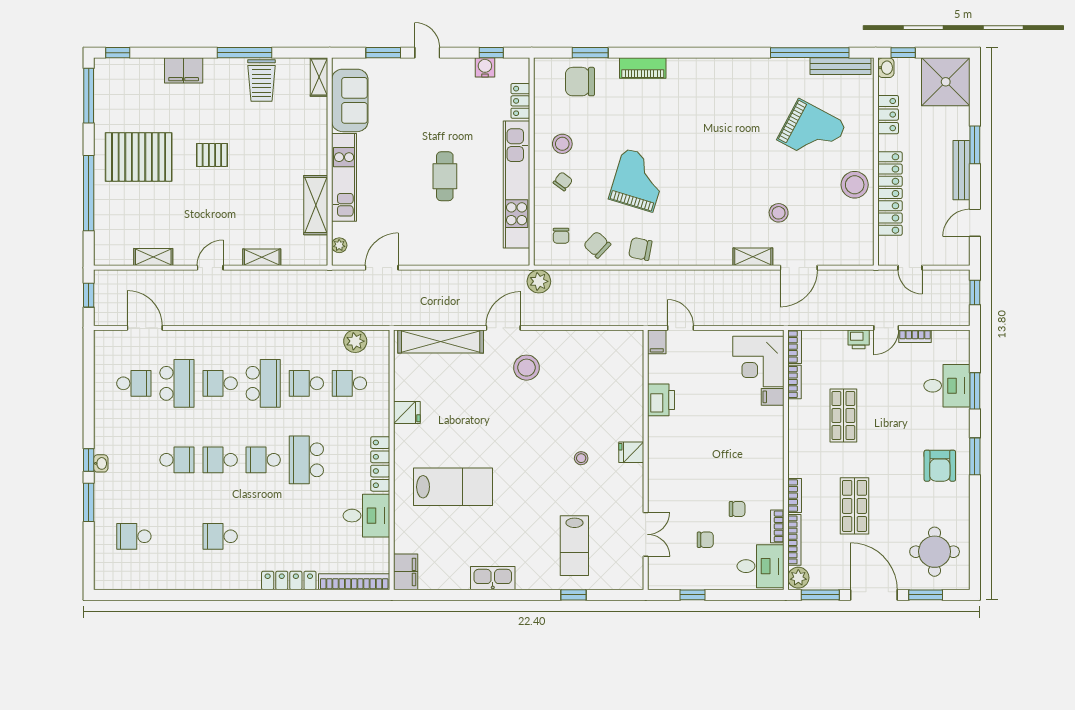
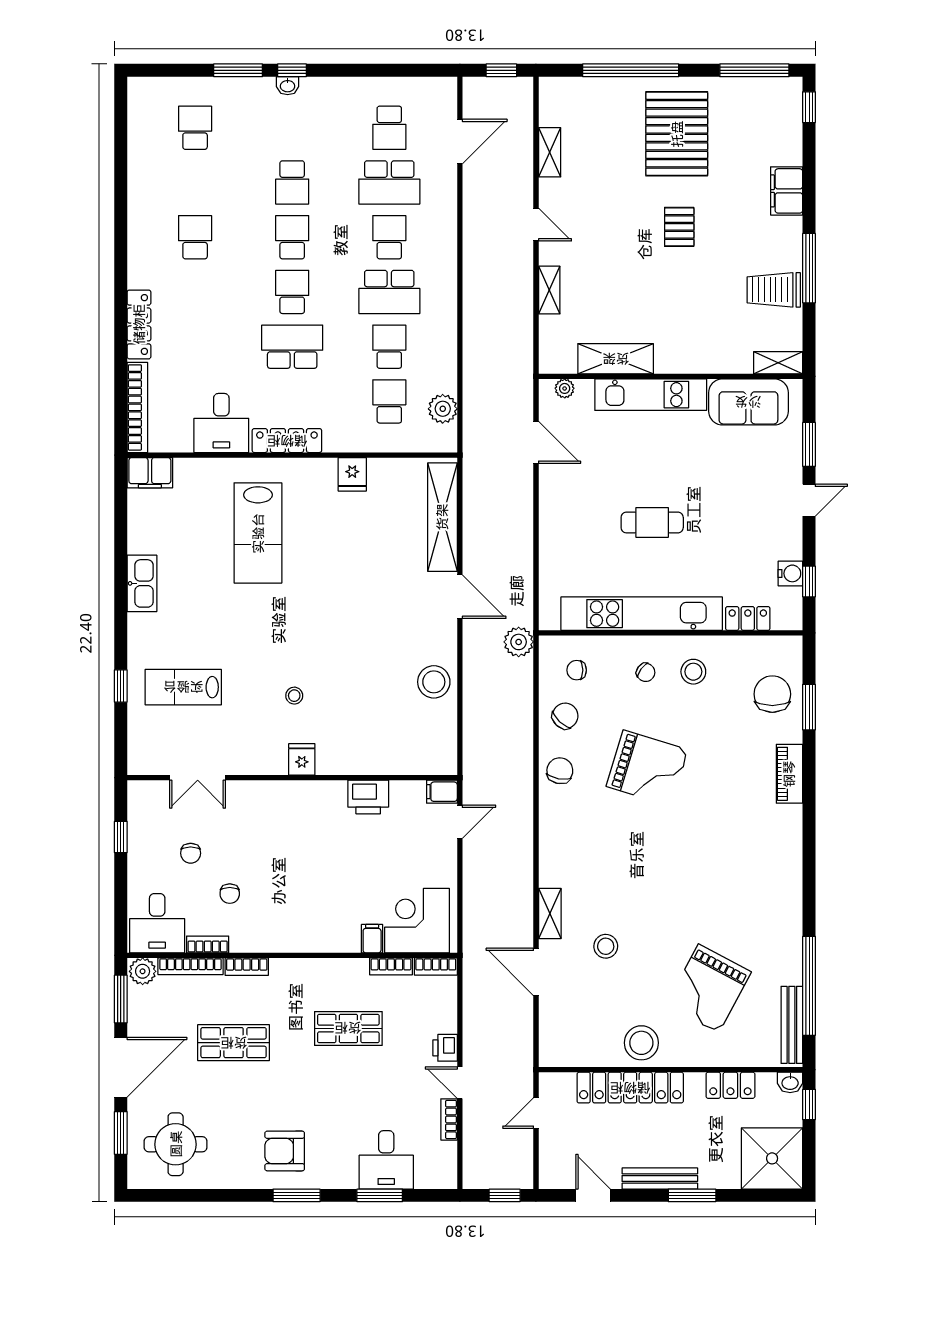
stool: (526, 368) -> (434, 682), moved

